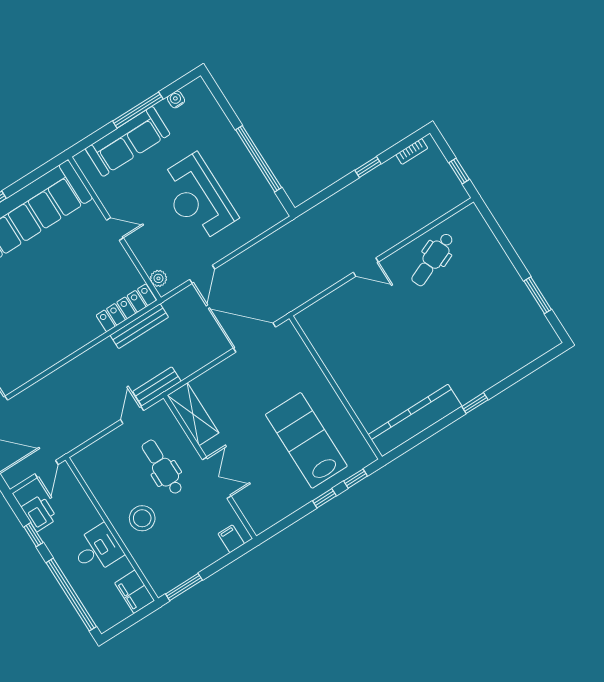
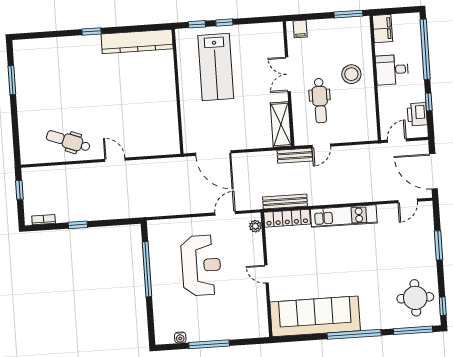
sofa: (128, 141) -> (227, 327), removed
dental chair: (433, 259) -> (68, 141), turned -136
kitchen unit: (61, 347) -> (344, 216), added

